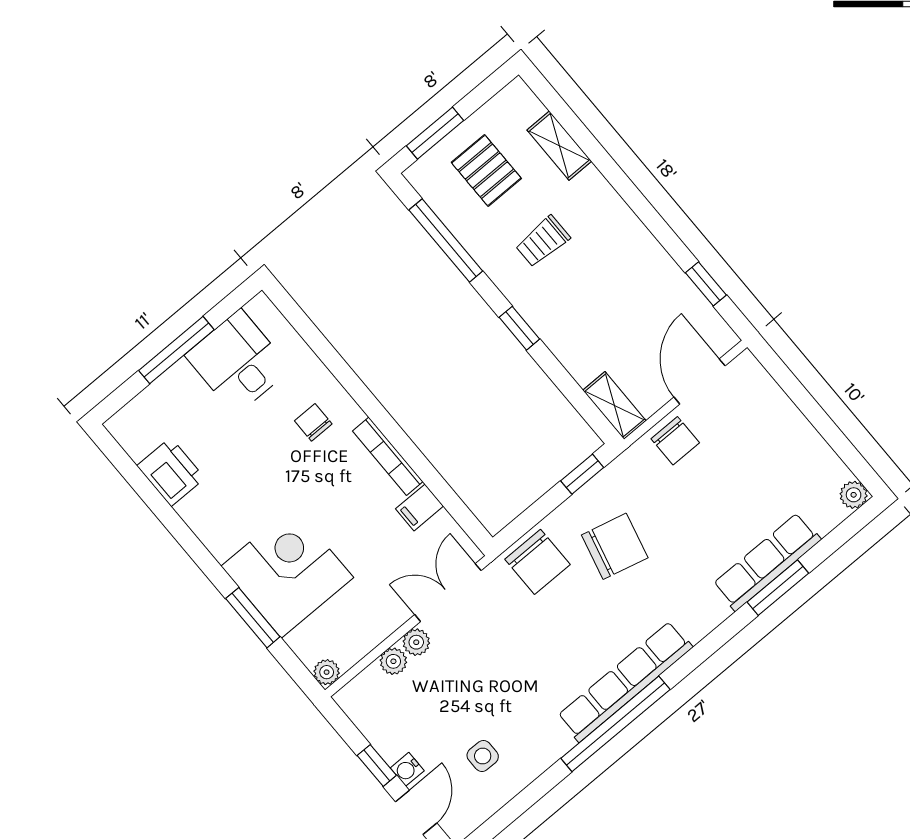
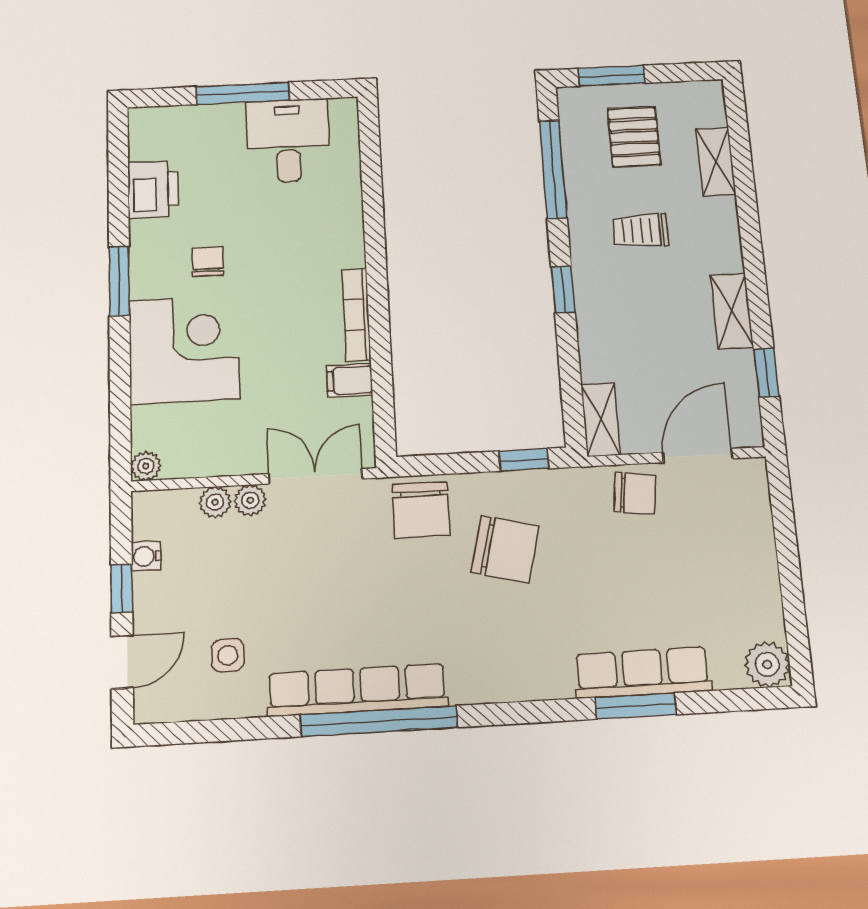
shelving: (650, 255) -> (732, 311), added
chair: (313, 422) -> (208, 261), moved
chair: (675, 441) -> (635, 493), turned -83
plant: (854, 495) -> (767, 664), width x1.38, depth x1.38
window: (253, 618) -> (119, 281), moved
row of seats: (625, 682) -> (357, 690), moved
water cooler: (407, 769) -> (146, 556), moved

